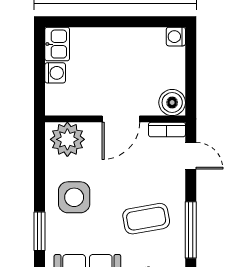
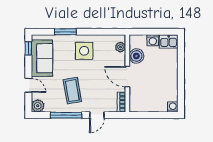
boiler: (172, 103) -> (136, 56), moved
plant: (67, 139) -> (120, 47), width x0.53, depth x0.53
door: (191, 156) -> (97, 115), moved

